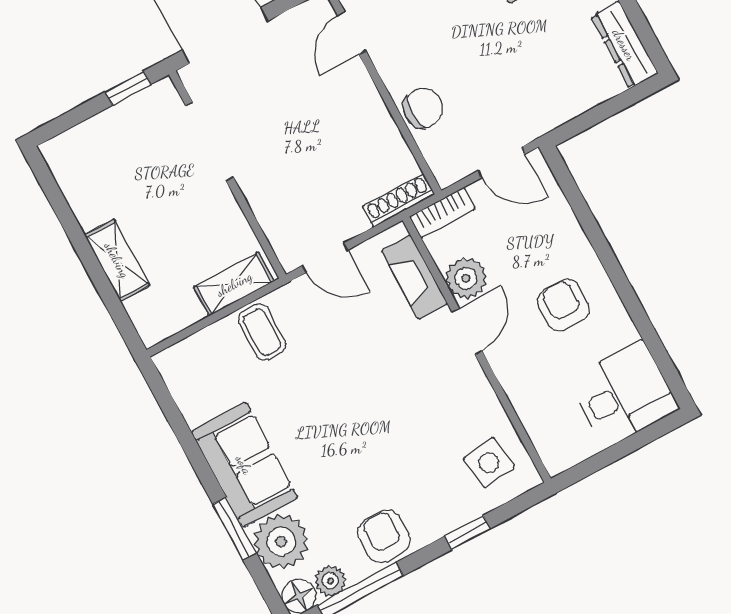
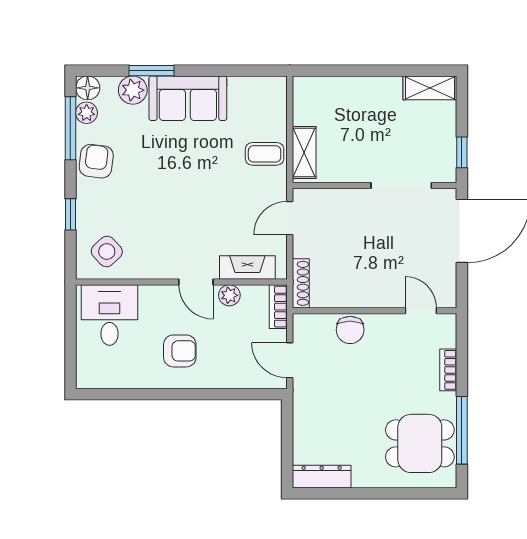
door: (501, 162) -> (290, 360), hinge flipped
shelving: (117, 260) -> (430, 88), moved
plant: (466, 278) -> (229, 295), width x0.73, depth x0.73
desk: (624, 394) -> (109, 315), moved, turned 180
side table: (489, 463) -> (107, 251), turned -36
armchair: (384, 536) -> (96, 161), turned -83
plant: (281, 542) -> (133, 90), width x0.73, depth x0.73

